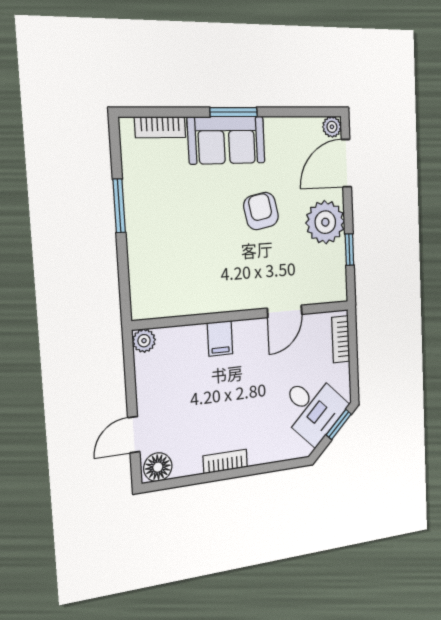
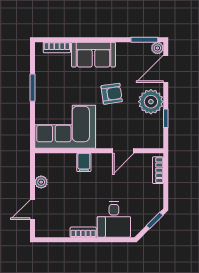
window: (234, 112) -> (144, 40), moved
armchair: (261, 211) -> (112, 94), turned 93
corner sofa: (184, 276) -> (65, 127), added
plant: (144, 341) -> (41, 182), moved
desk: (312, 408) -> (114, 219), moved, turned 45
floor lamp: (158, 467) -> (44, 229), removed

